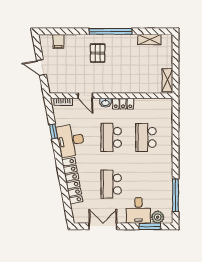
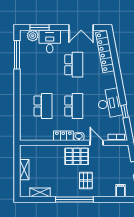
pallet: (108, 80) -> (77, 156), added
shelving: (167, 80) -> (24, 170), moved
locker: (72, 181) -> (105, 52), moved

